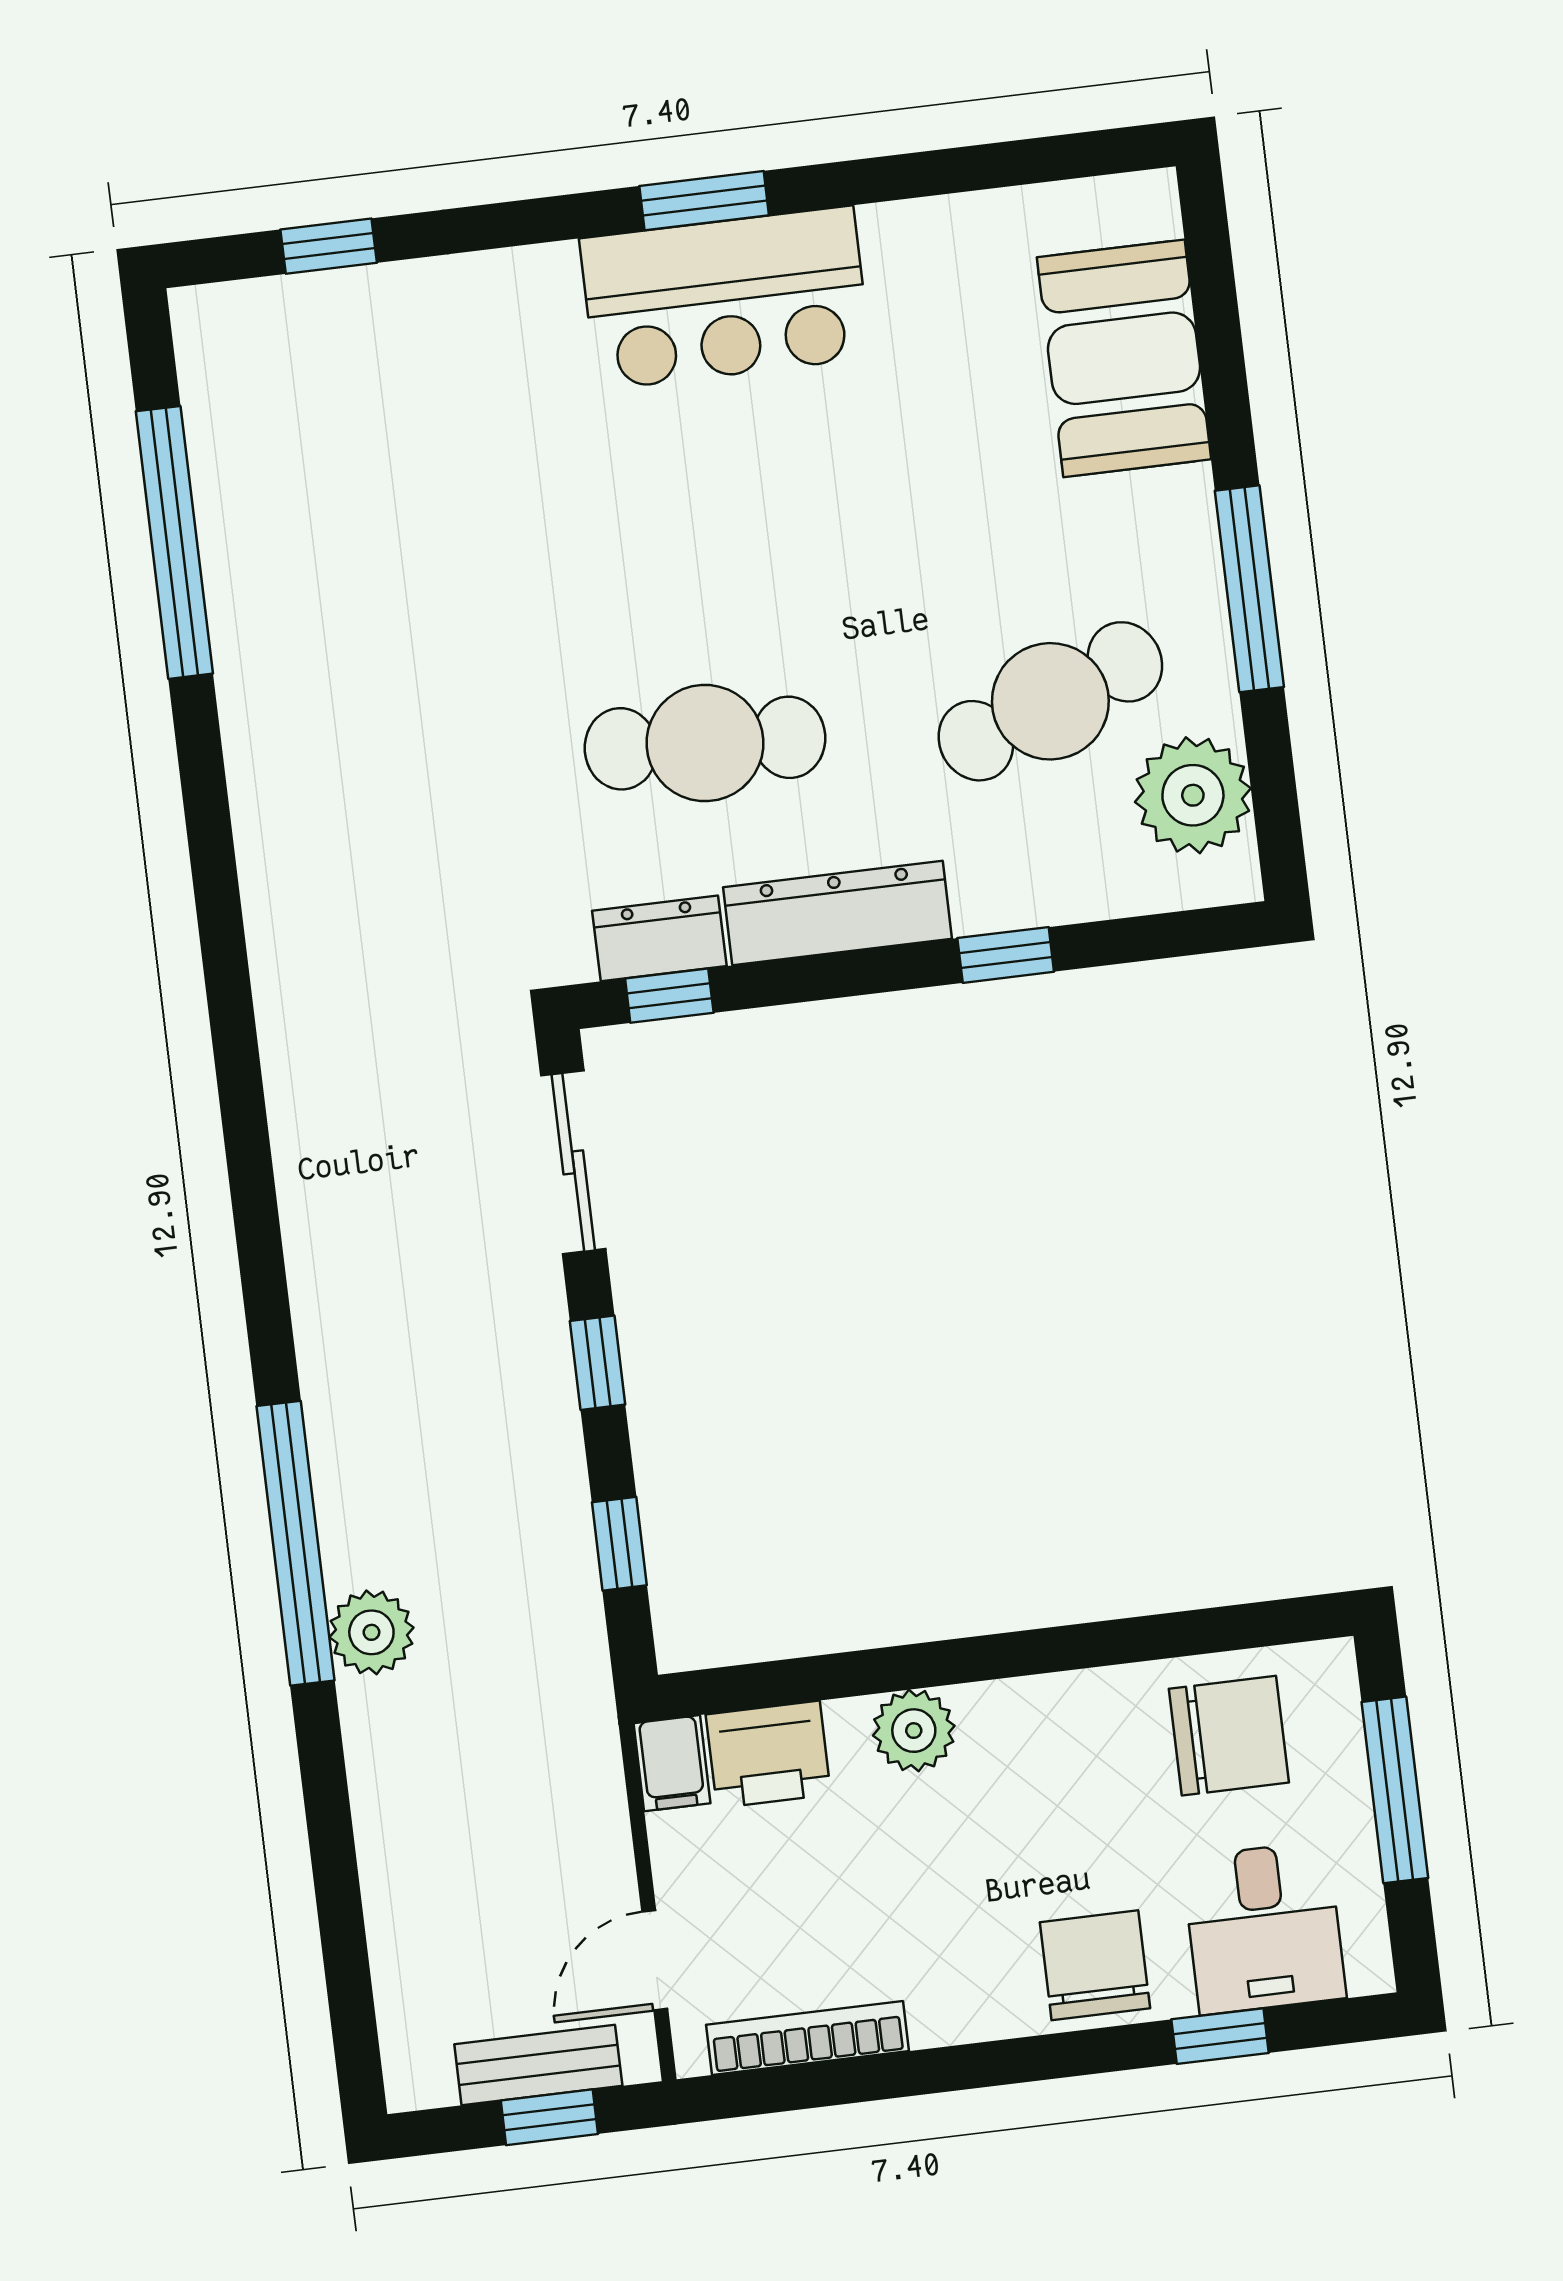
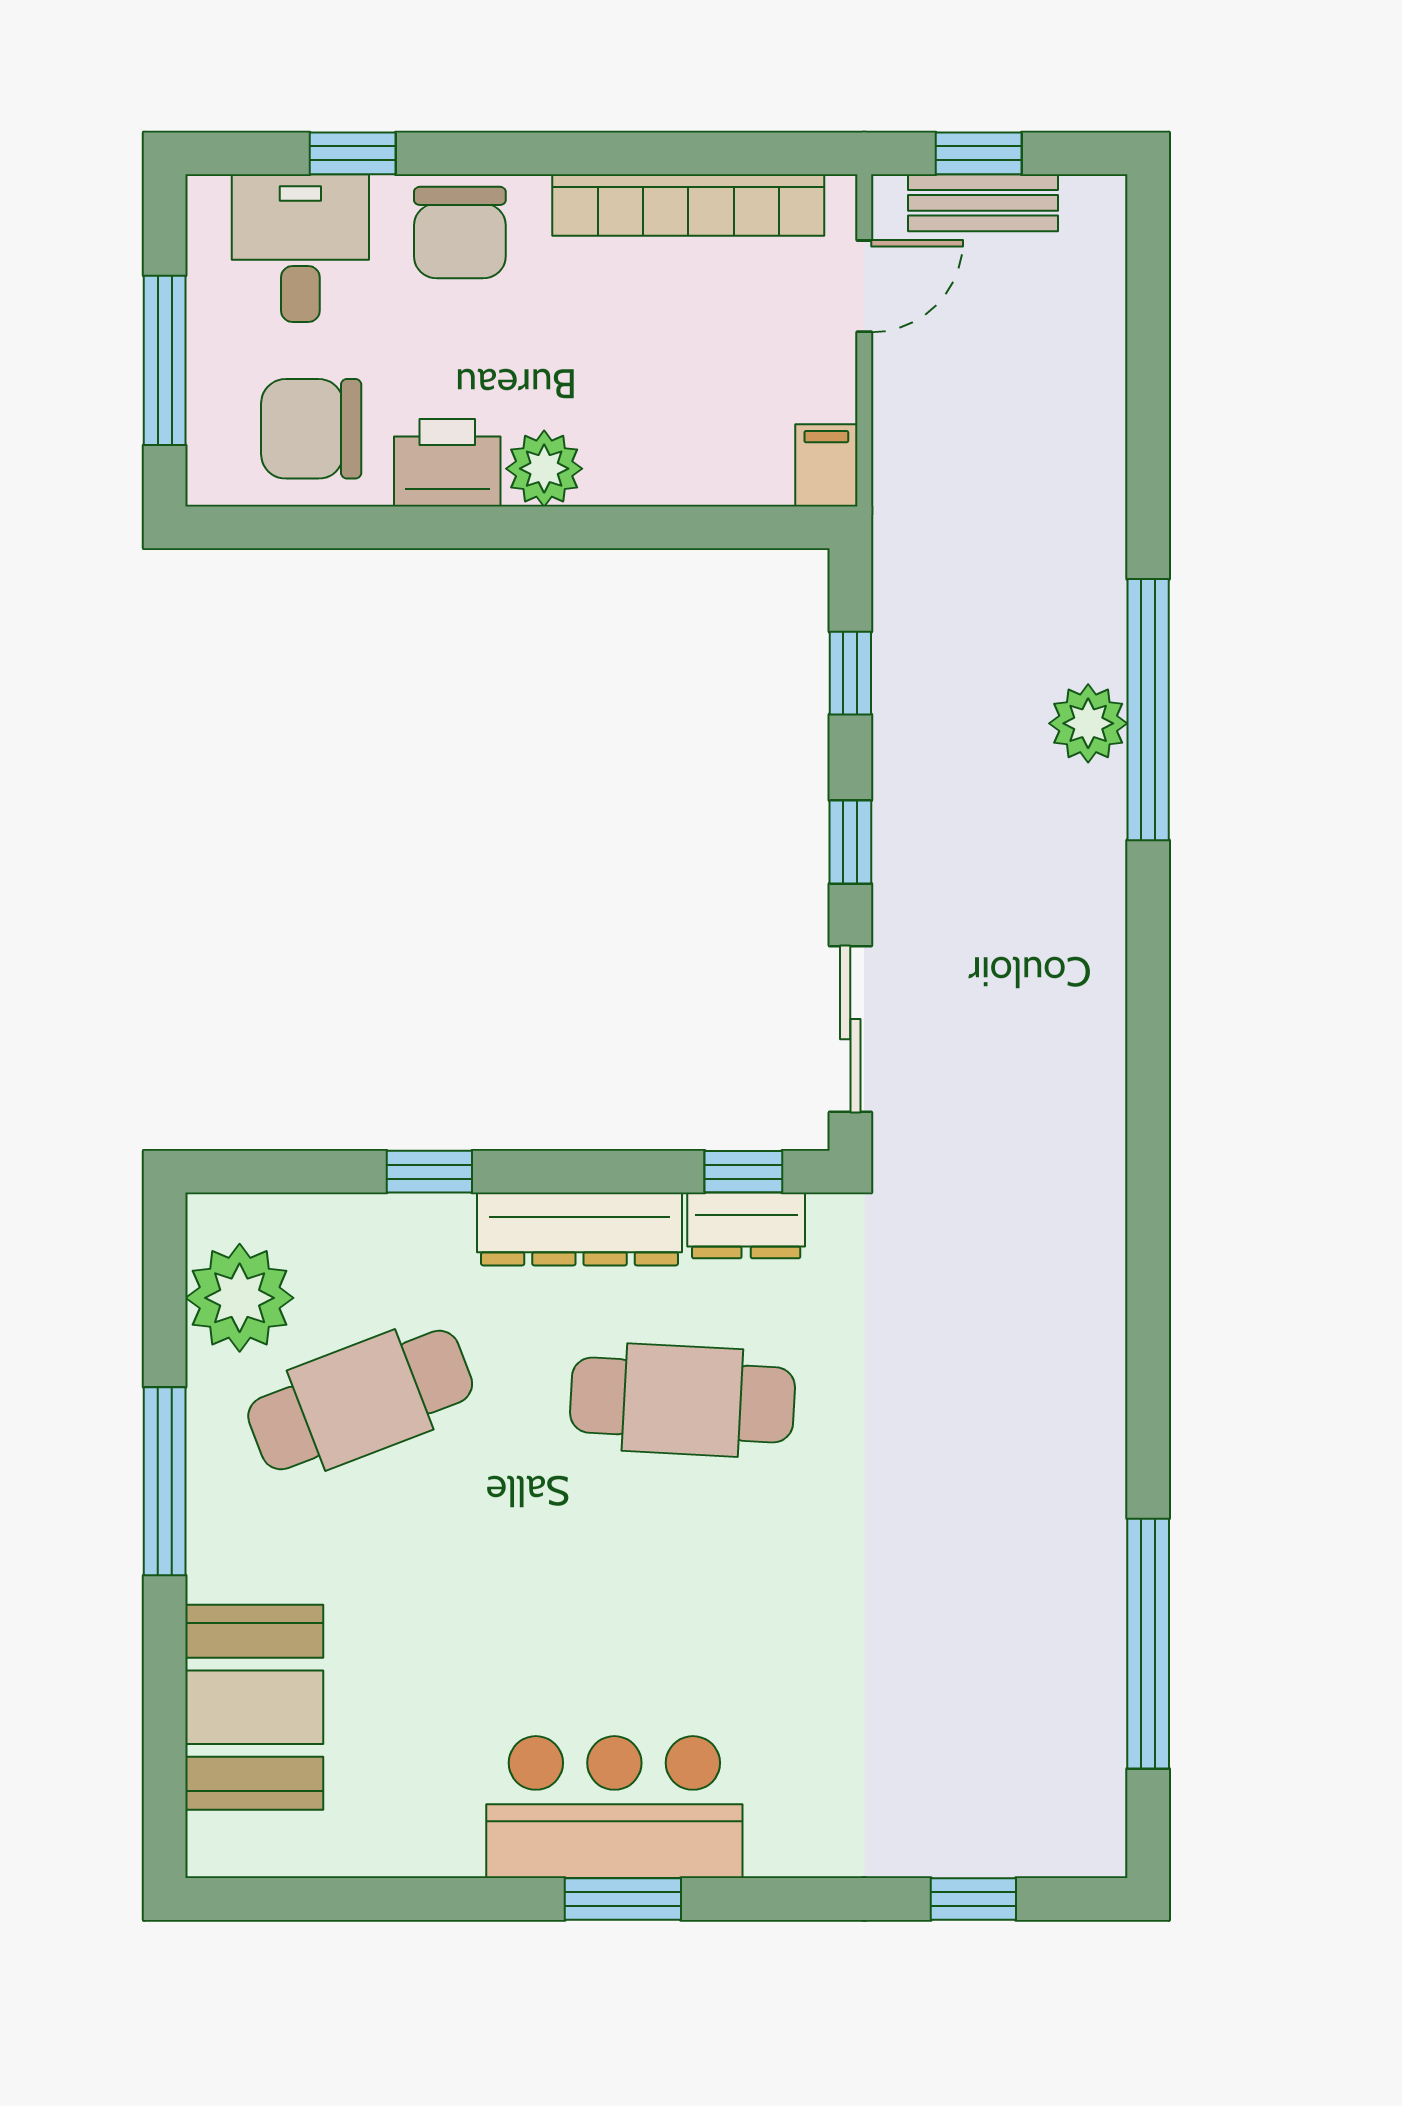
plant: (371, 1632) -> (1088, 723), moved
plant: (914, 1731) -> (544, 469), moved
printer: (768, 1754) -> (447, 463), moved
bookcase: (807, 2038) -> (688, 205), width x1.48, depth x1.31

